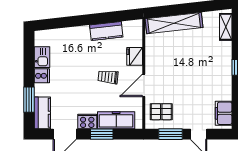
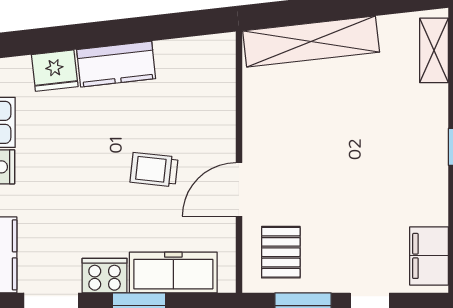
kitchen counter: (106, 31) -> (116, 64), moved
fridge: (135, 56) -> (55, 71), moved, turned -96
pallet: (161, 112) -> (281, 252), turned 90

